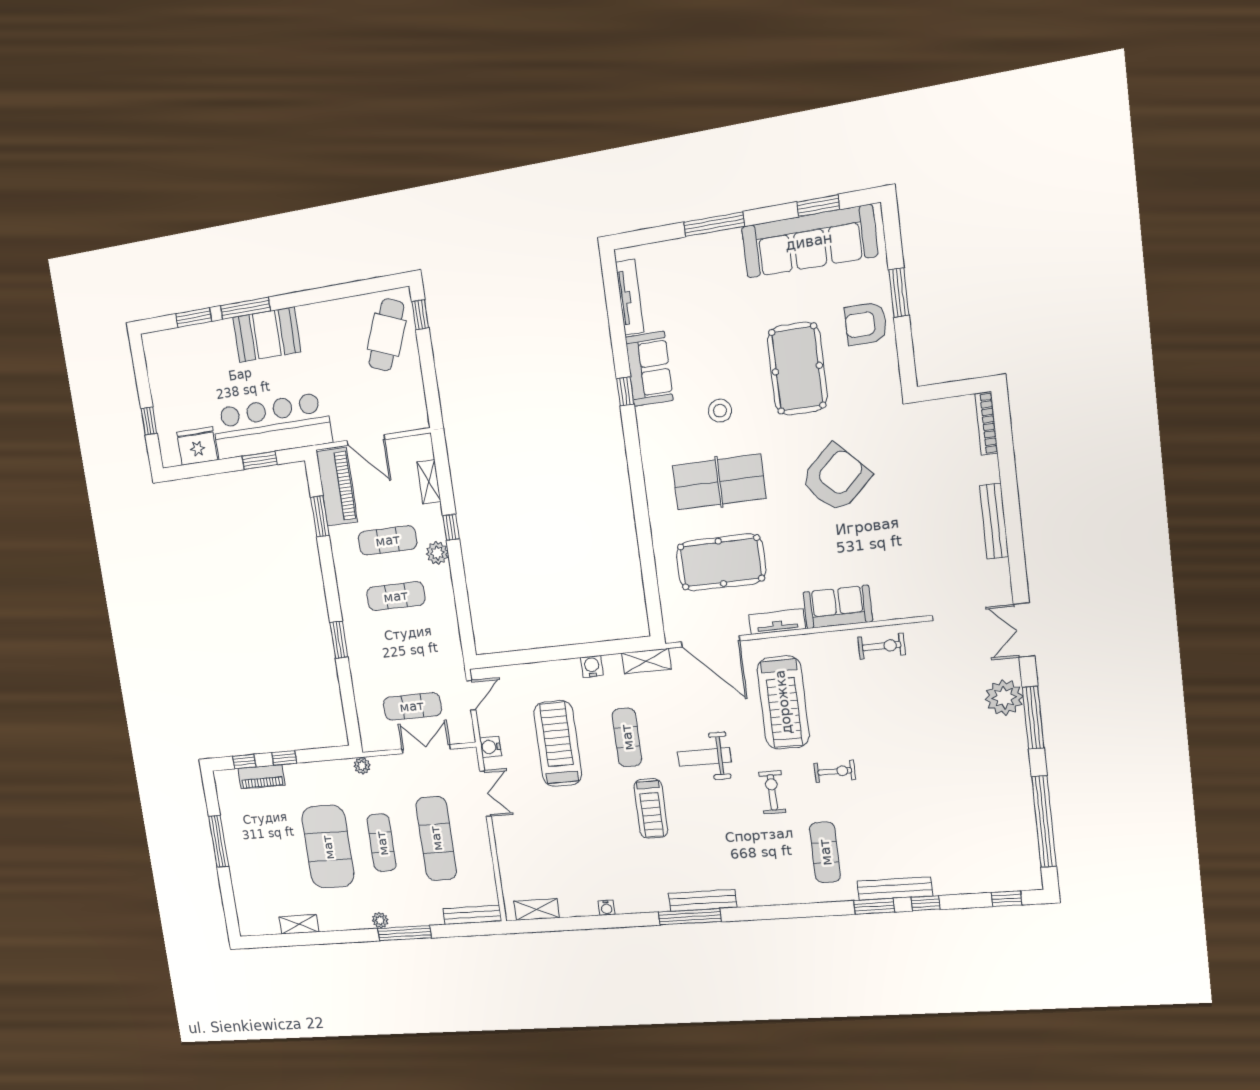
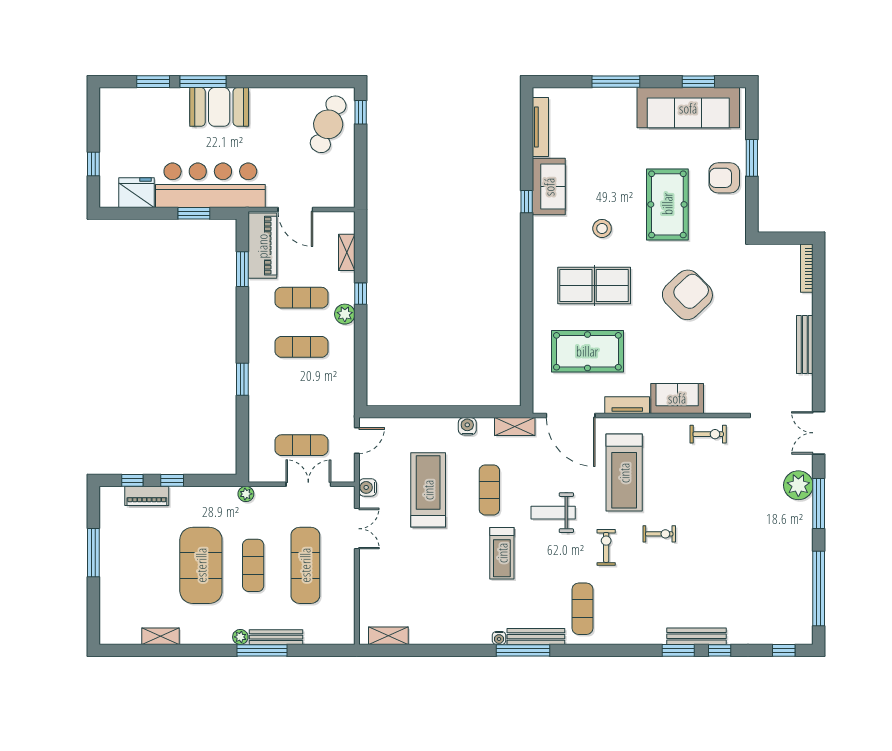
exercise mat: (825, 852) -> (582, 609), moved
water cooler: (607, 908) -> (499, 638), moved
bench: (472, 915) -> (276, 637), moved

